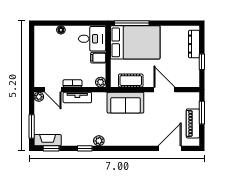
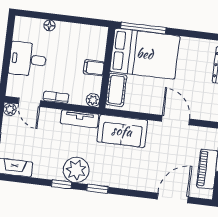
desk: (92, 39) -> (28, 59), moved, turned 180
cot: (131, 81) -> (116, 90), moved, turned 90
tv unit: (77, 97) -> (80, 119), moved
plant: (99, 141) -> (76, 170), width x1.88, depth x1.88
window: (51, 148) -> (97, 189), moved

